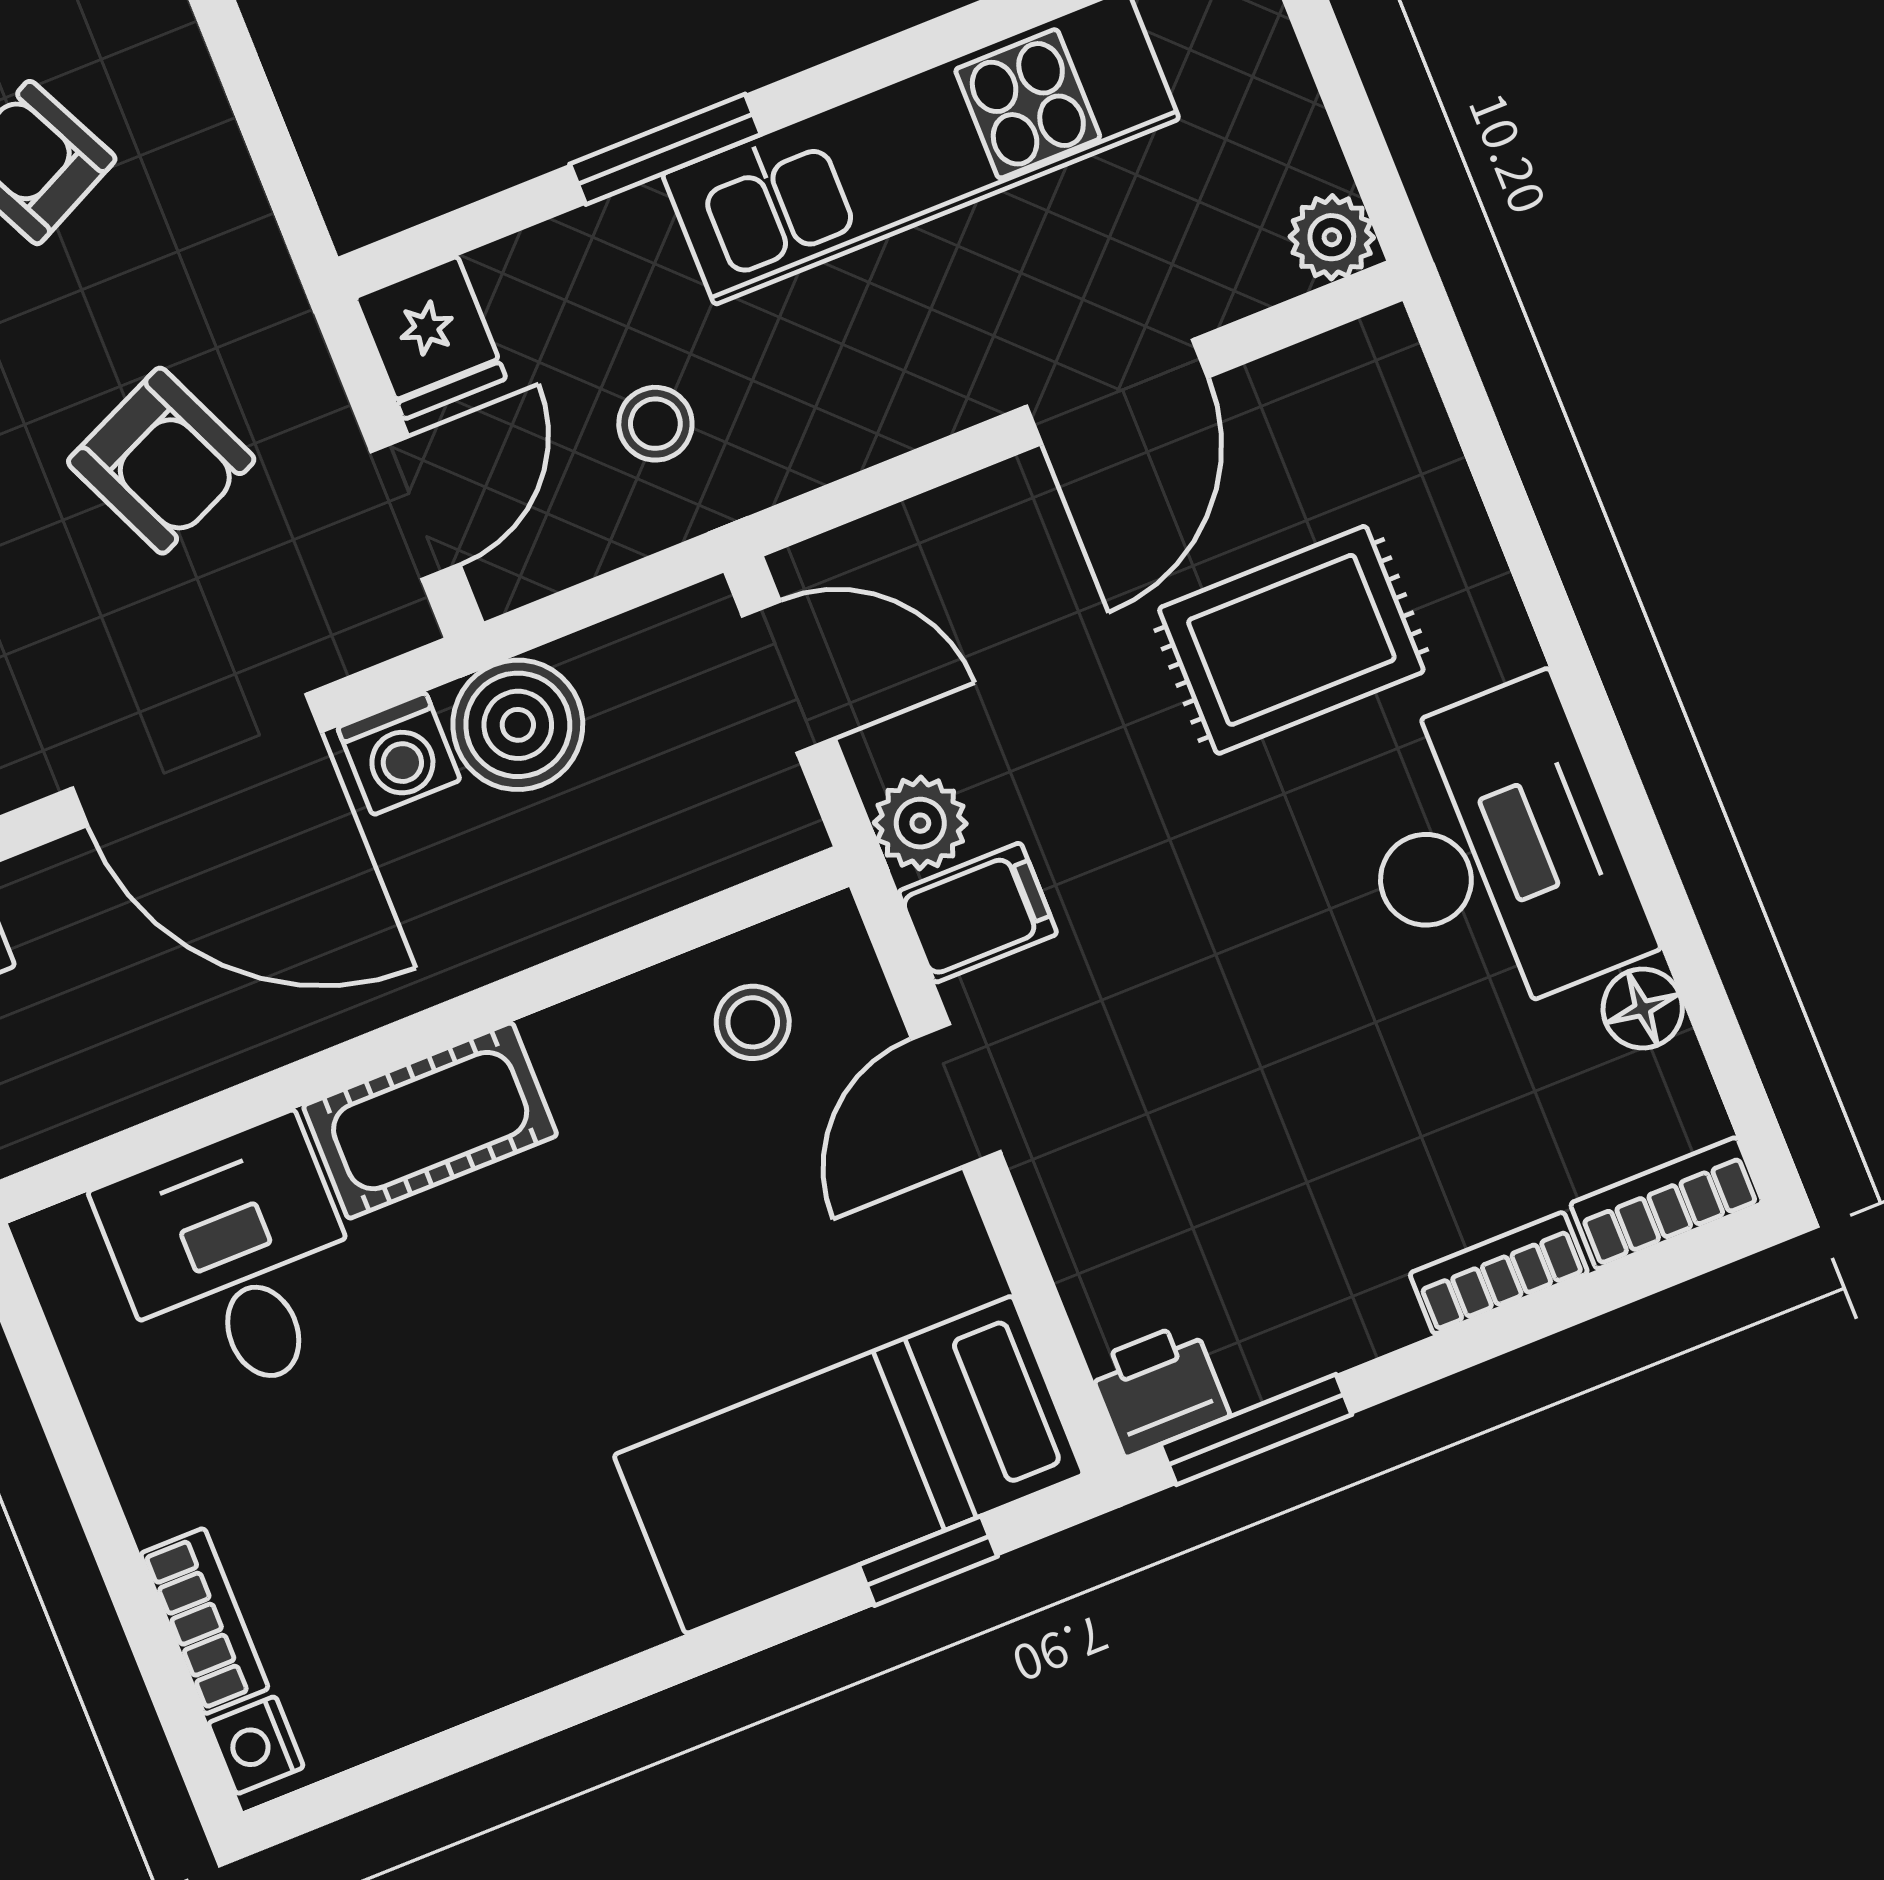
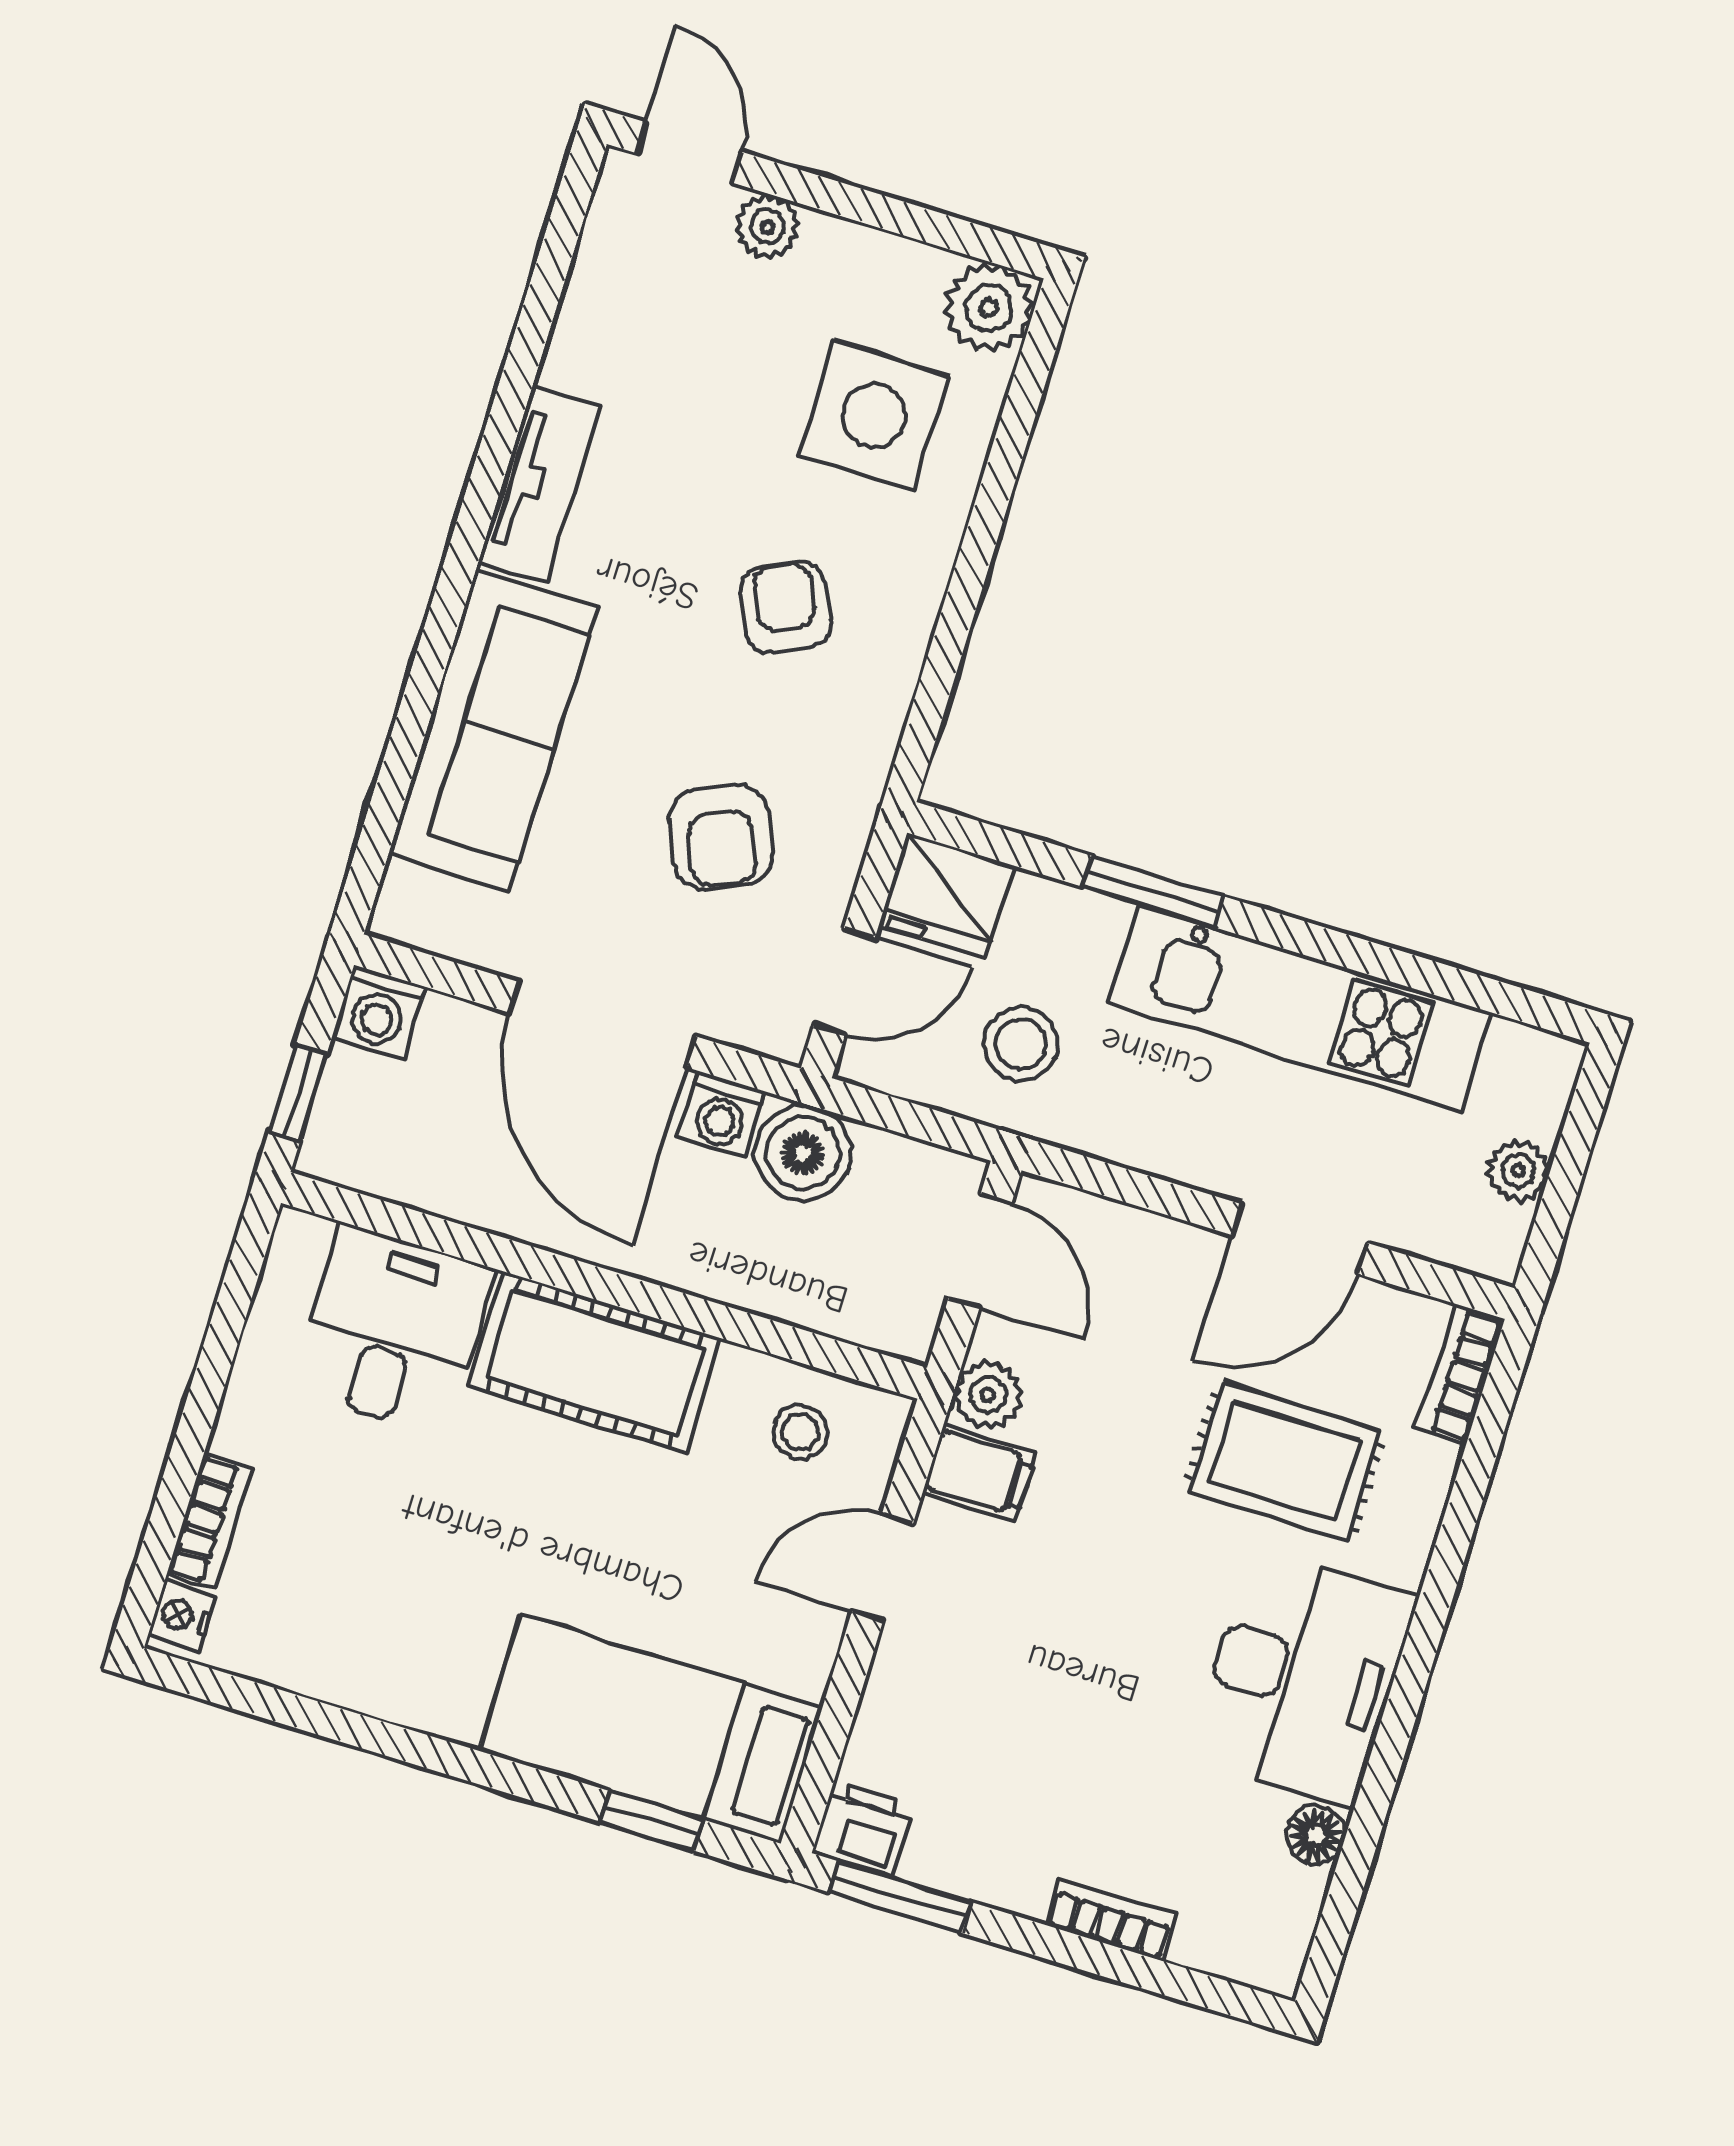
plant: (1332, 237) -> (1518, 1171), moved
fridge: (431, 338) -> (947, 896), width x1.38
stool: (655, 424) -> (1021, 1044), width x1.37, depth x1.37
cot: (430, 1121) -> (595, 1363), width x1.37, depth x1.34
bookcase: (1667, 1203) -> (1460, 1374), moved, turned -90

